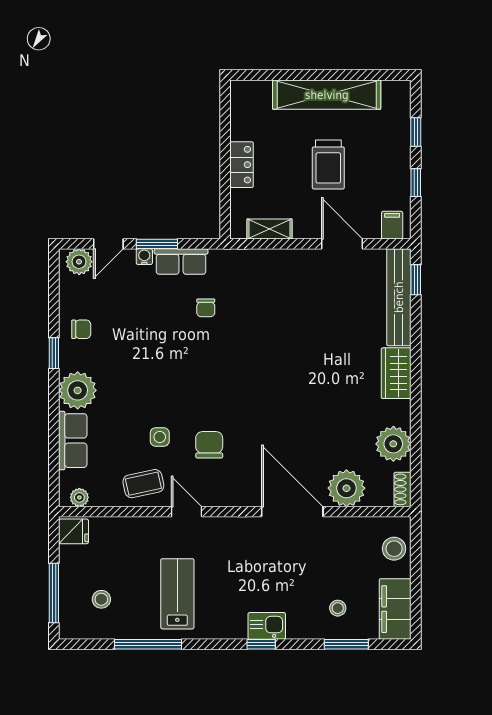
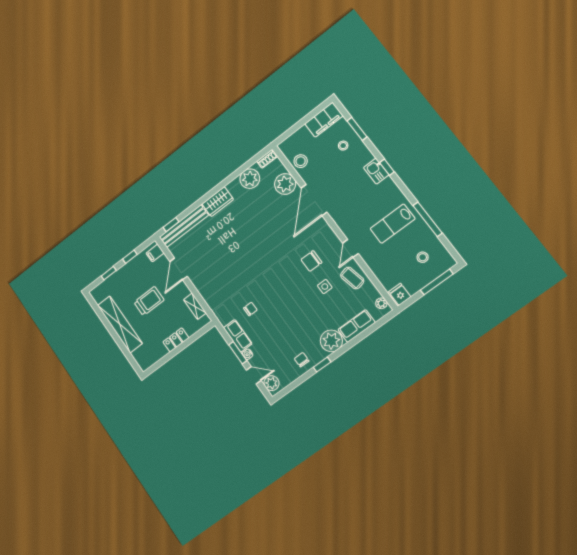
stool: (394, 549) -> (301, 161), moved

